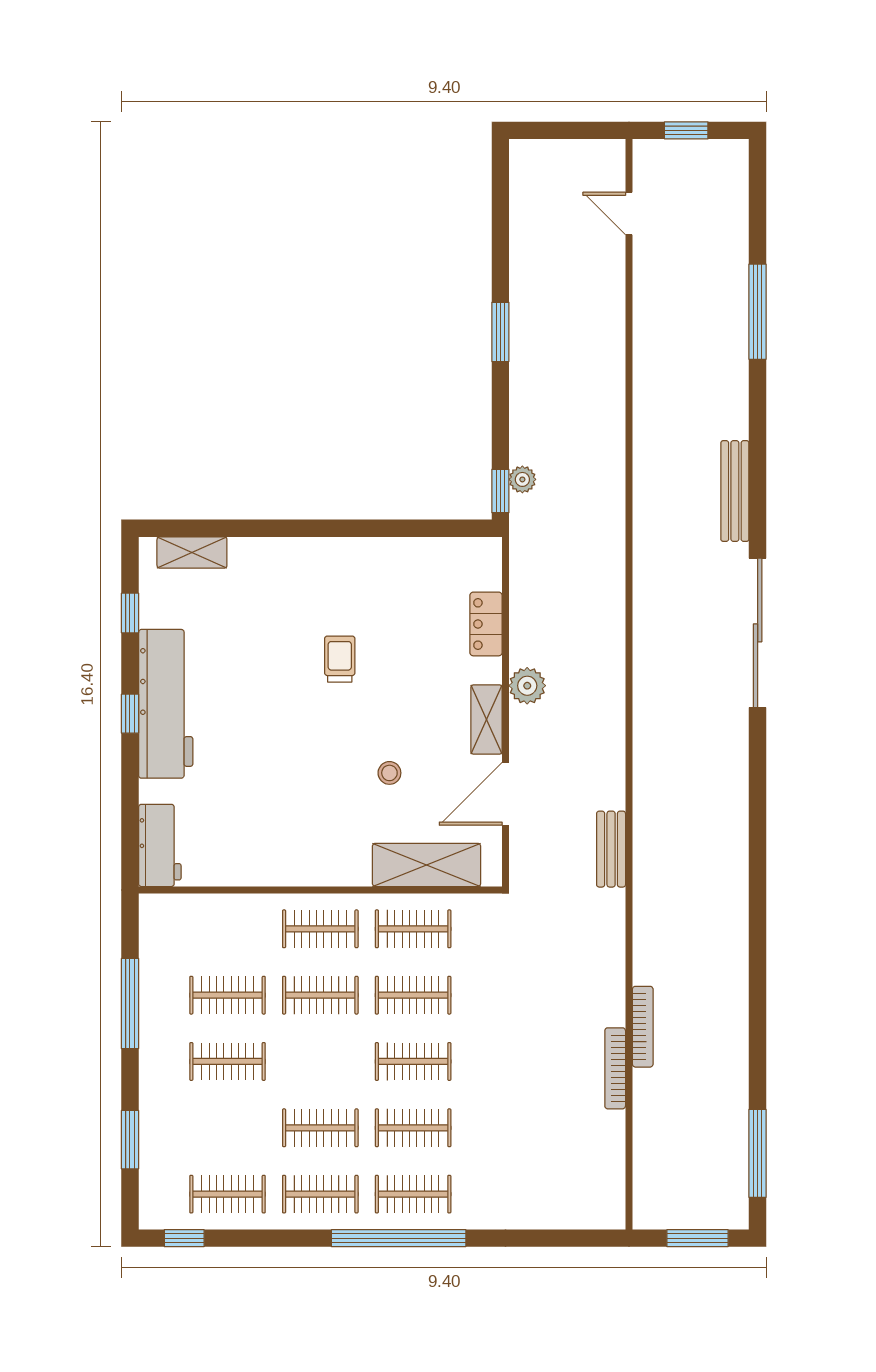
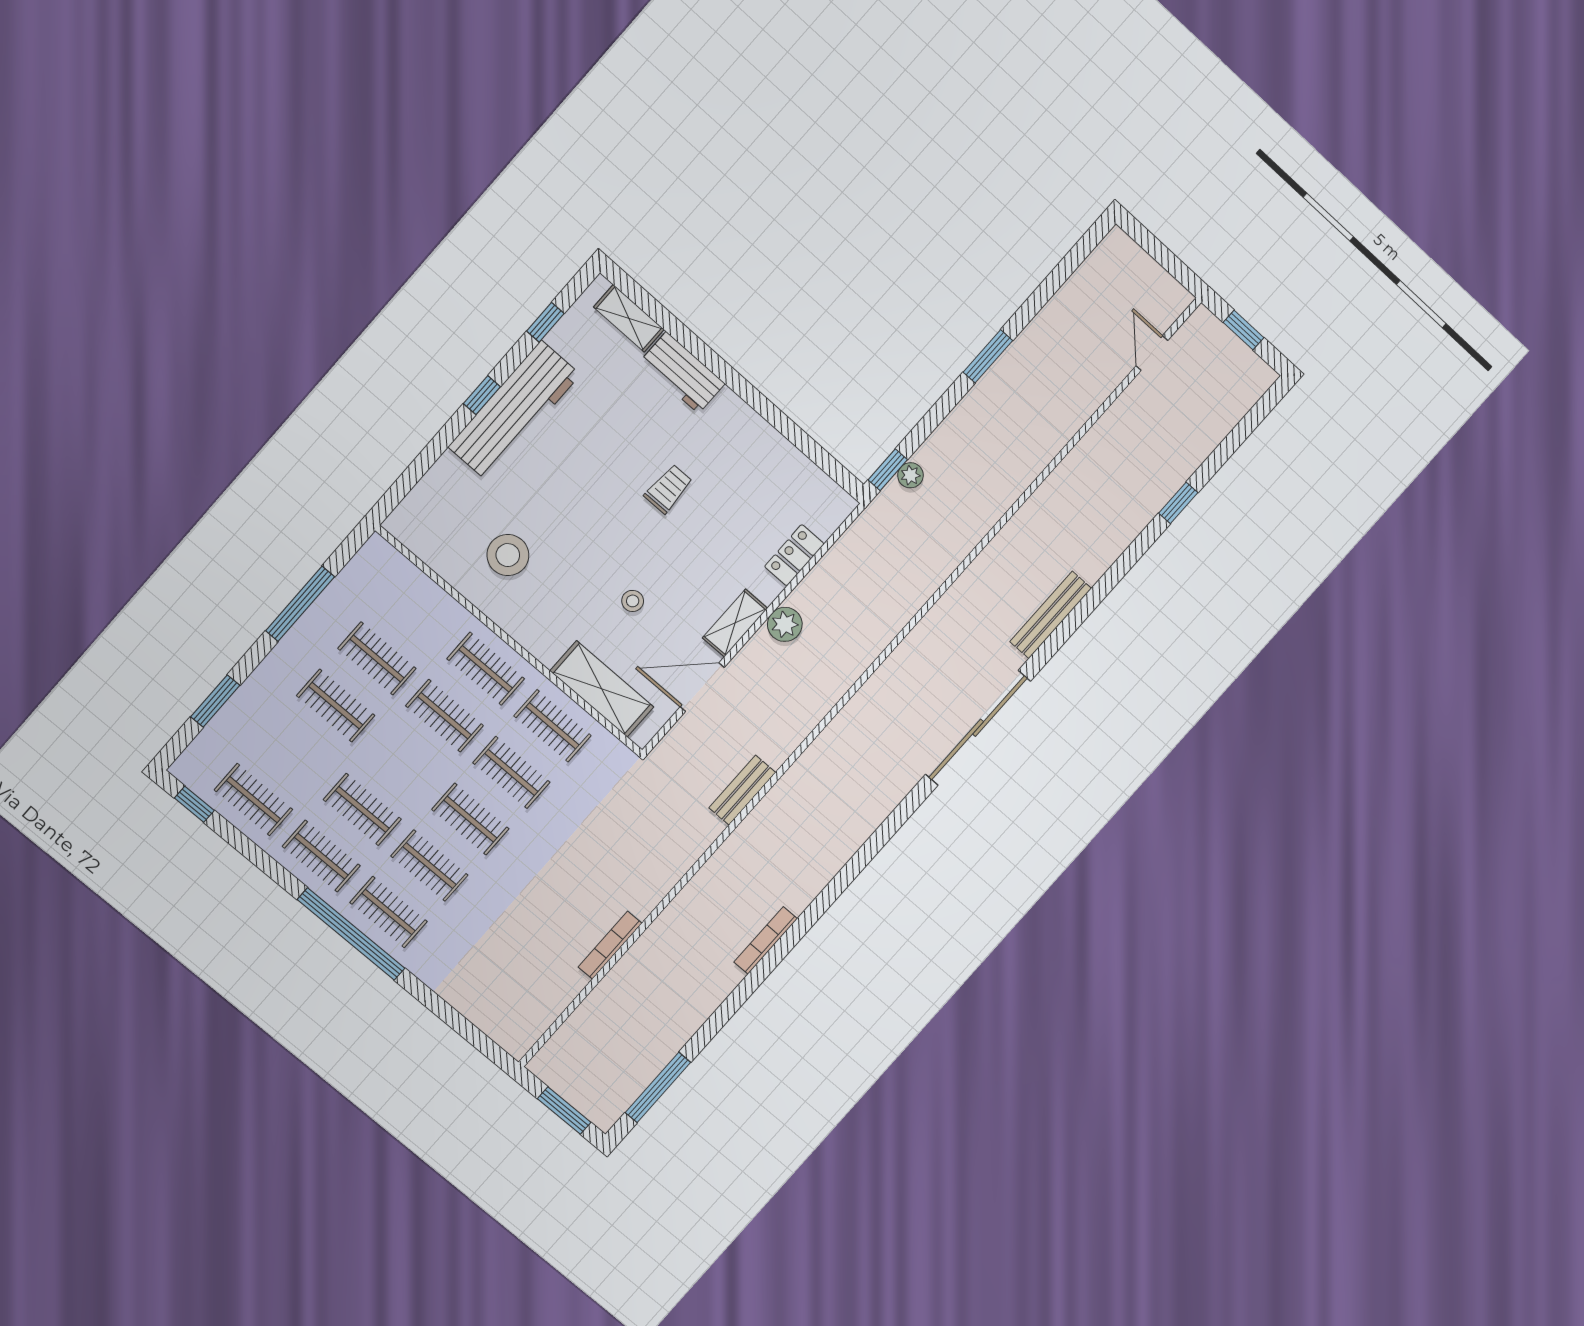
window: (758, 312) -> (1178, 503), width x0.46
stool: (259, 822) -> (508, 555), added
workbench: (160, 845) -> (682, 373), moved, turned 90
bookcase: (643, 1027) -> (766, 940), moved, turned 180

